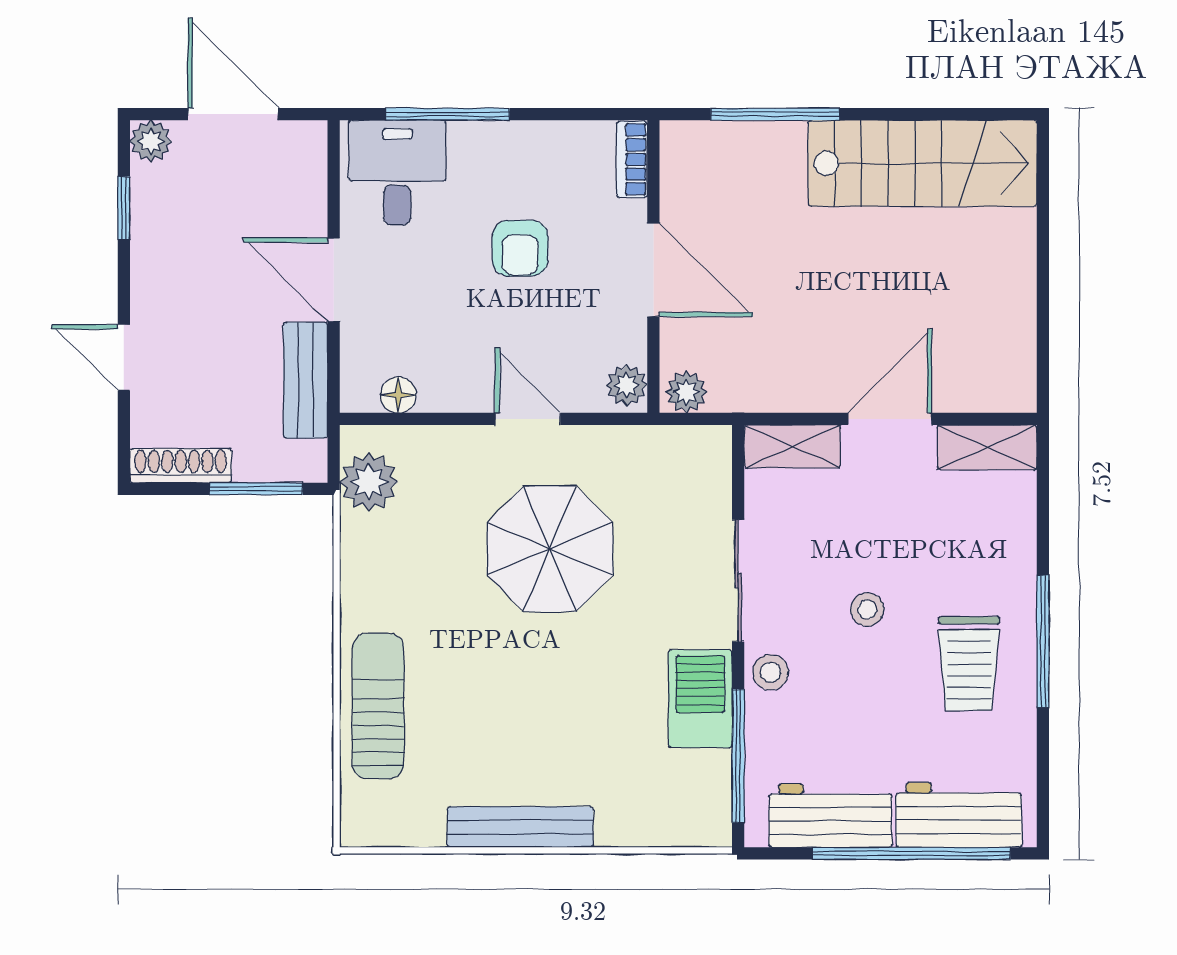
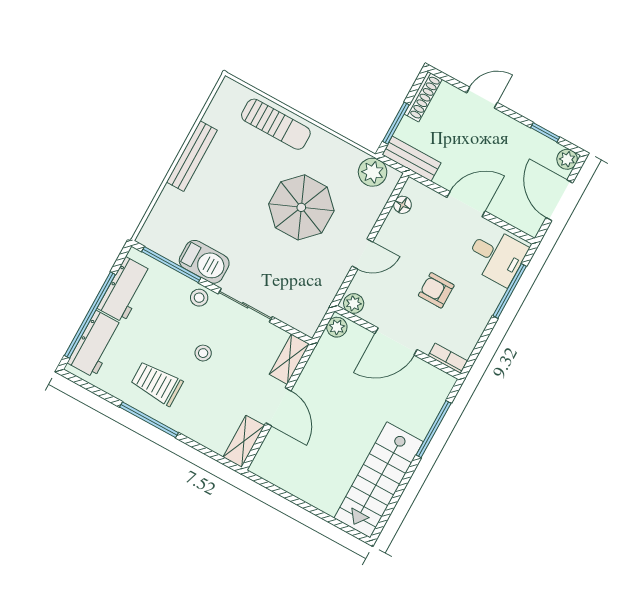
door: (233, 114) -> (559, 200), swing flipped
bench: (305, 380) -> (411, 159), moved
parasol: (550, 549) -> (301, 207), moved

